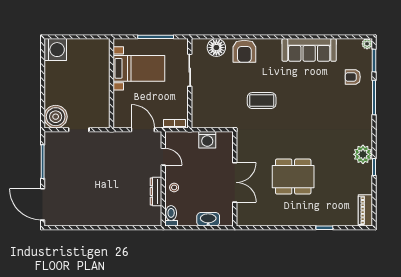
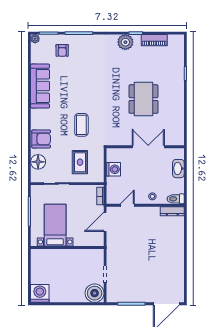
rug: (216, 99) -> (80, 162), added
dresser: (156, 191) -> (172, 211), moved
piano: (365, 210) -> (154, 40), moved

